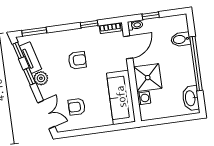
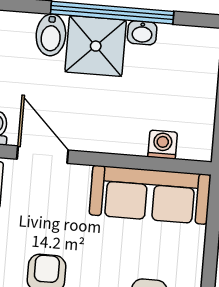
shower: (148, 78) -> (96, 46), moved
washbasin: (191, 98) -> (142, 33), moved, width x0.52, depth x0.69

